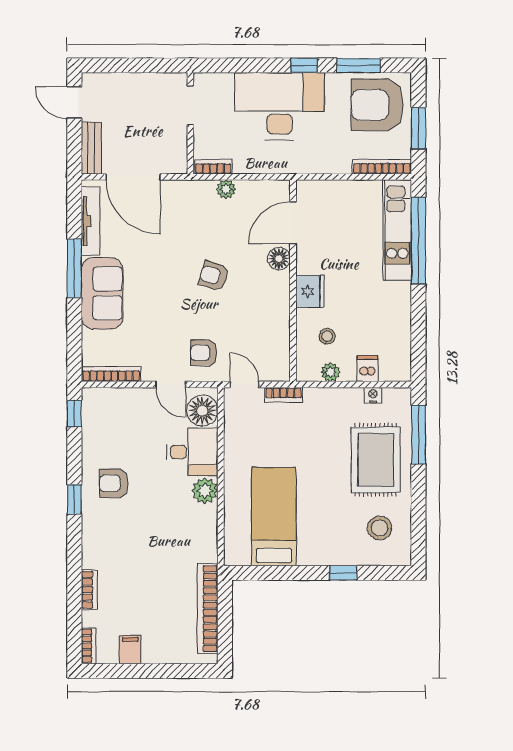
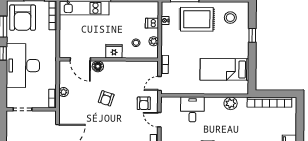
door: (171, 384) -> (159, 120), swing flipped
floor lamp: (202, 411) -> (172, 104), removed
plant: (205, 491) -> (231, 103), moved

